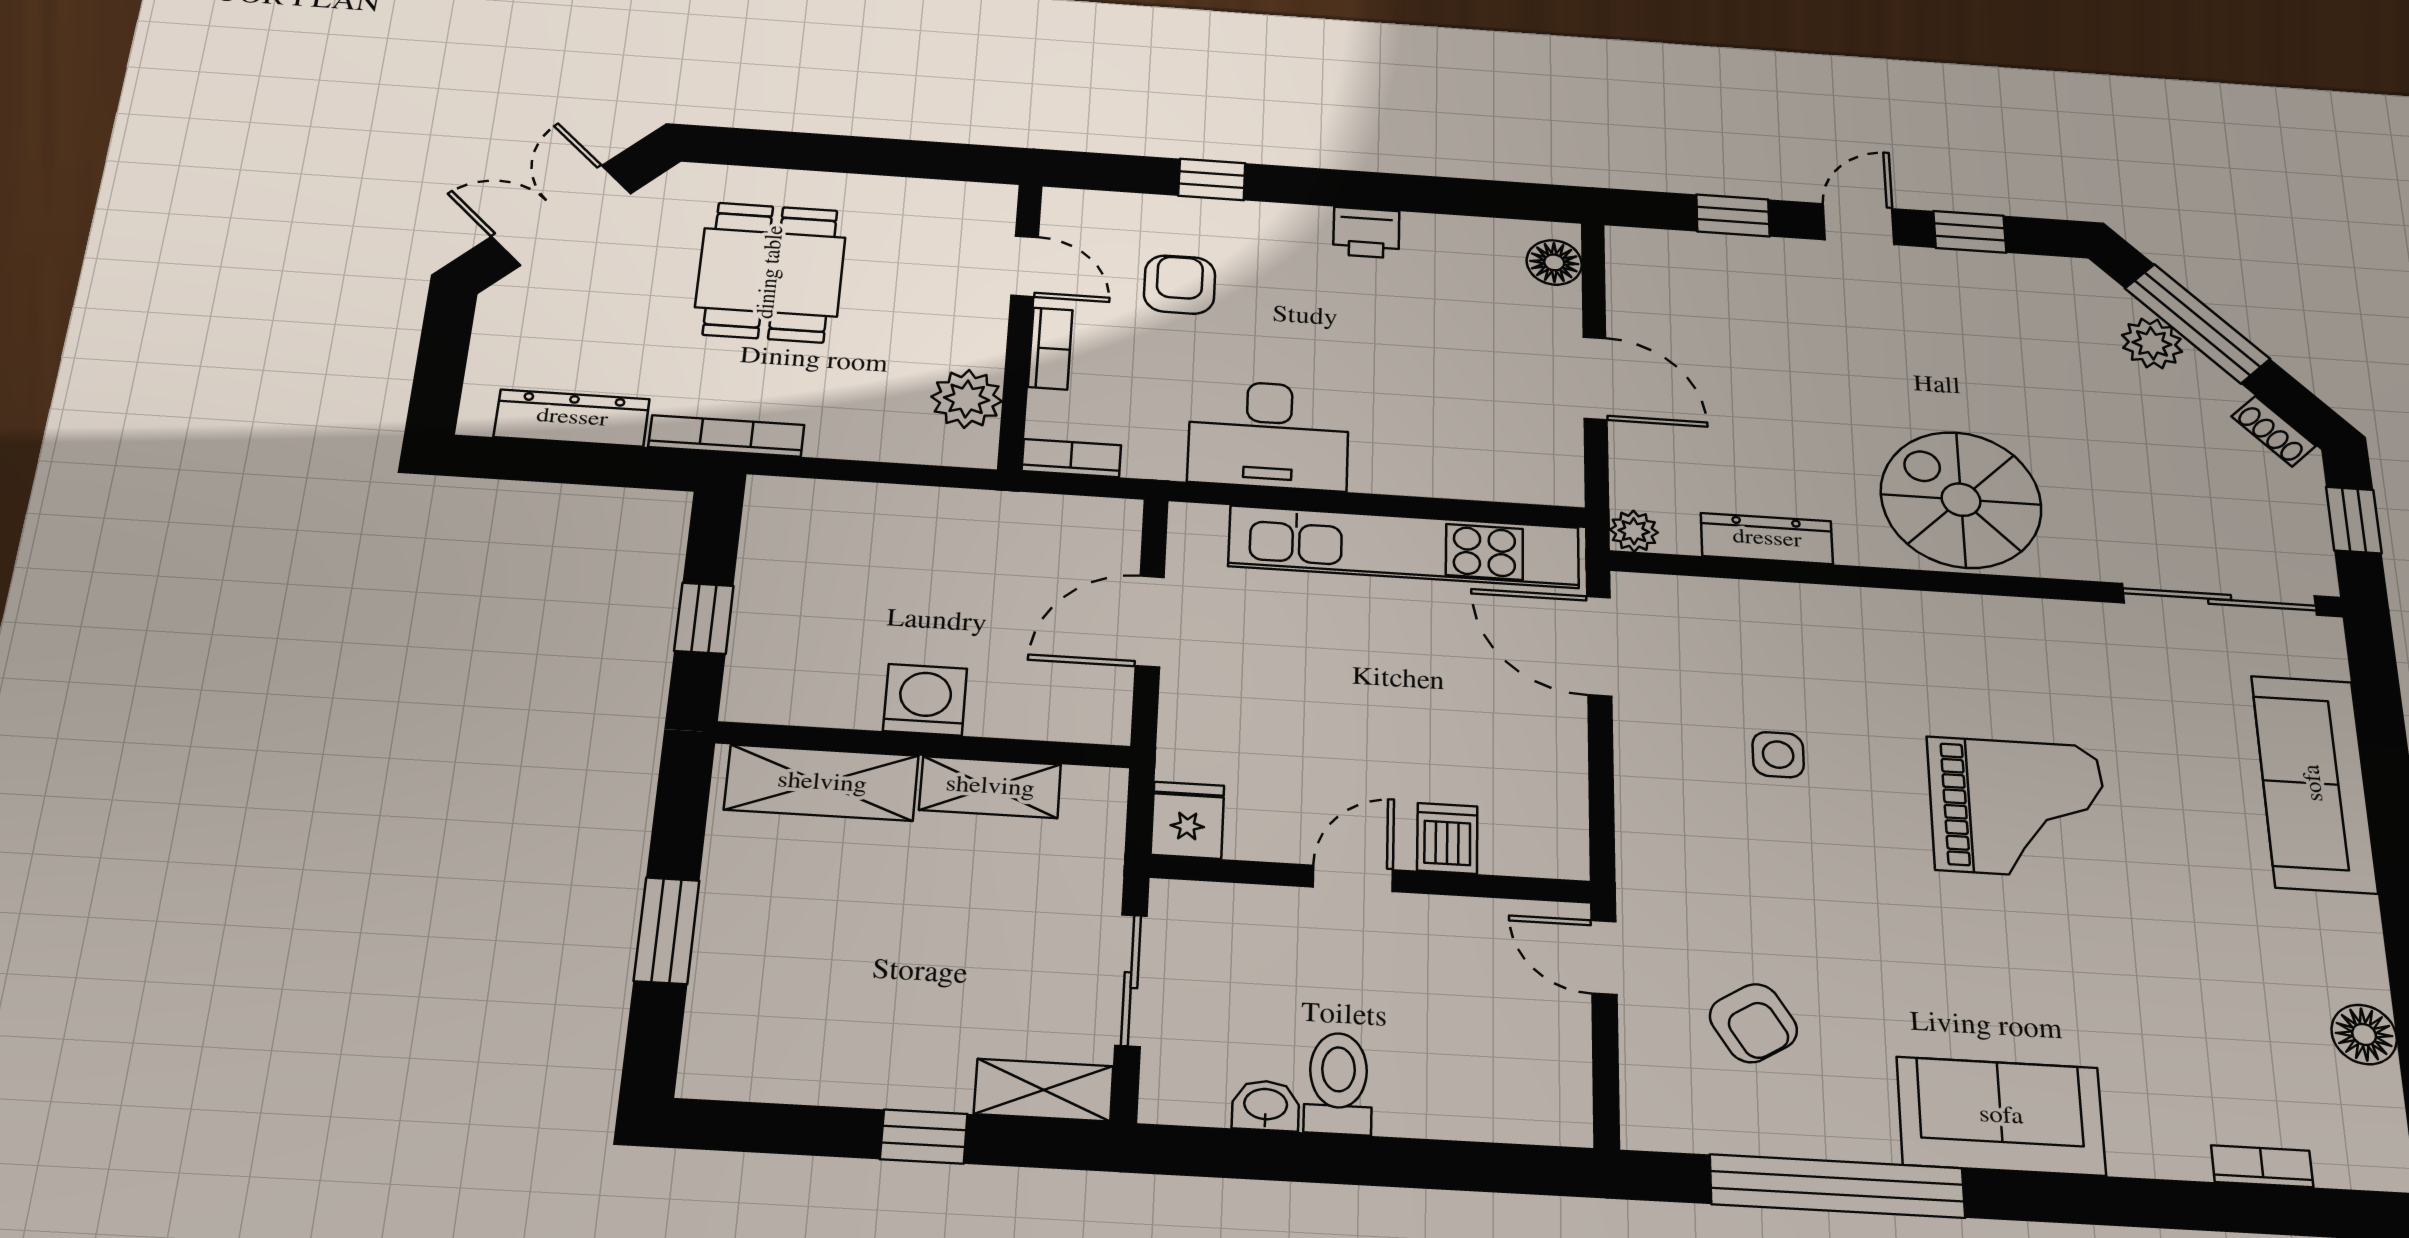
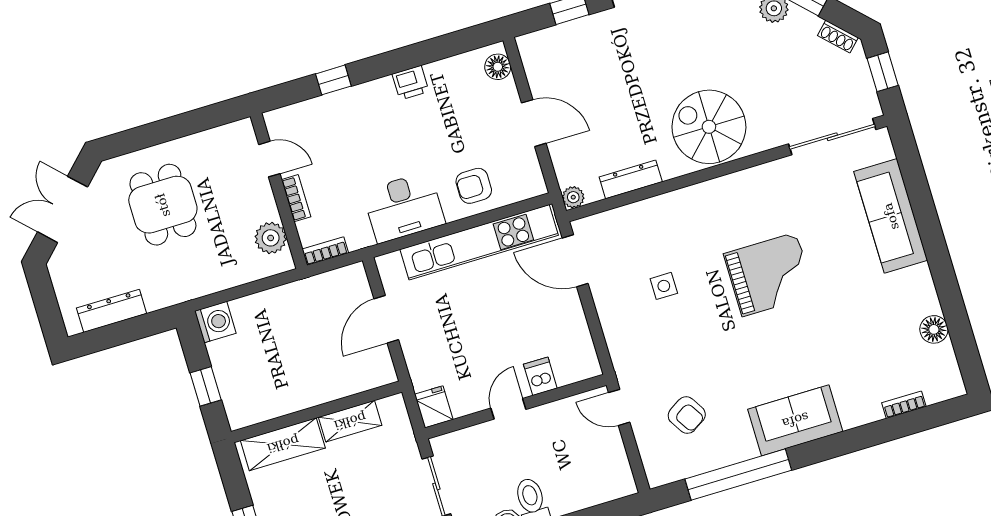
armchair: (1180, 285) -> (474, 186), moved, turned -90
bookcase: (726, 436) -> (179, 295), removed
washing machine: (925, 700) -> (215, 322), moved, turned 90

